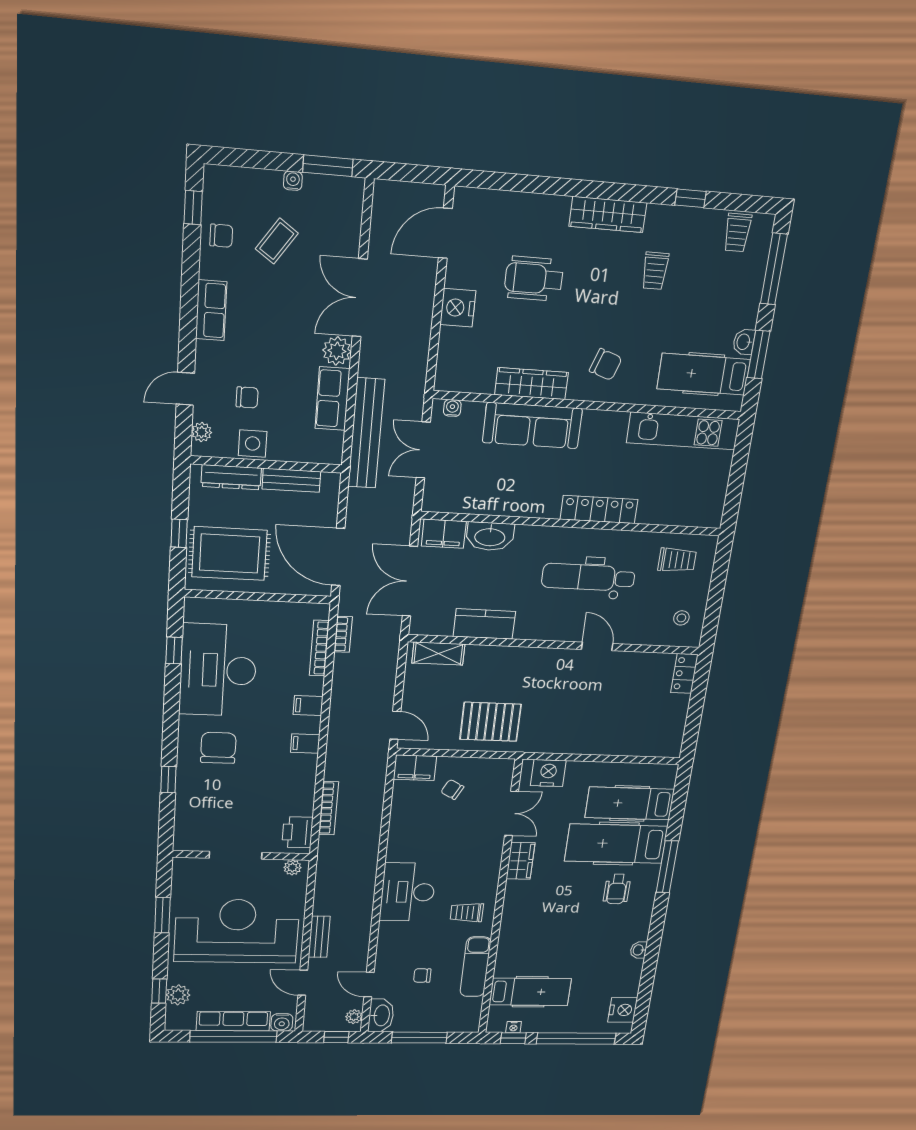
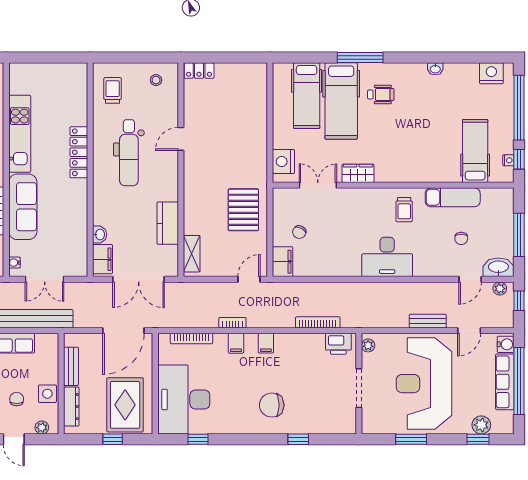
kitchen unit: (683, 431) -> (20, 134), moved
washbasin: (490, 536) -> (100, 234), width x0.52, depth x0.69
bookcase: (343, 634) -> (232, 323), moved
desk: (218, 670) -> (184, 399), moved, turned 90

